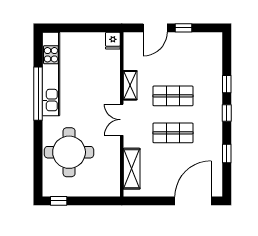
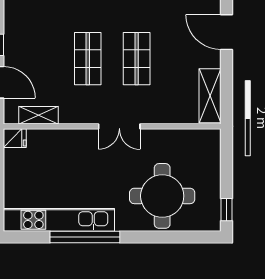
shelving: (130, 85) -> (38, 115), moved
shelving: (132, 169) -> (210, 96), moved, turned 90
door: (193, 201) -> (227, 32), width x0.73

